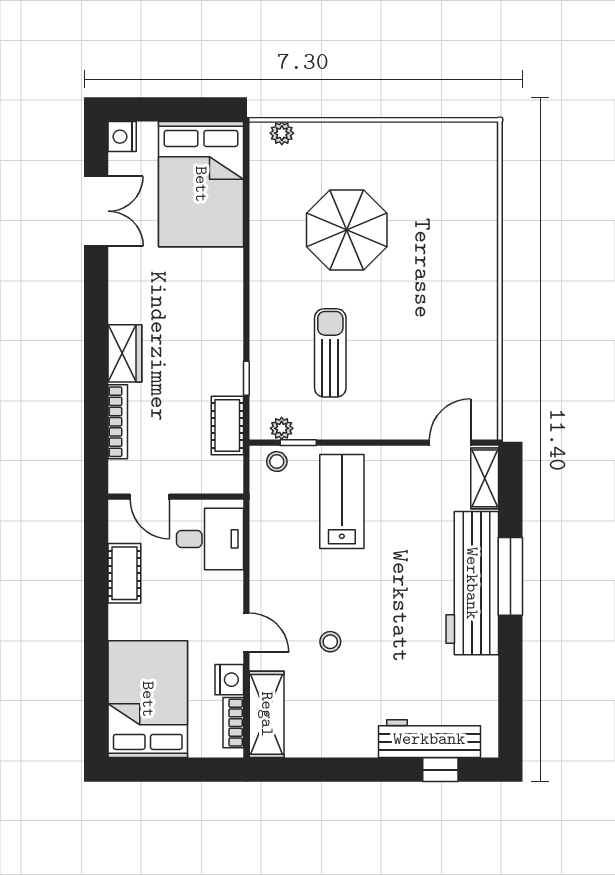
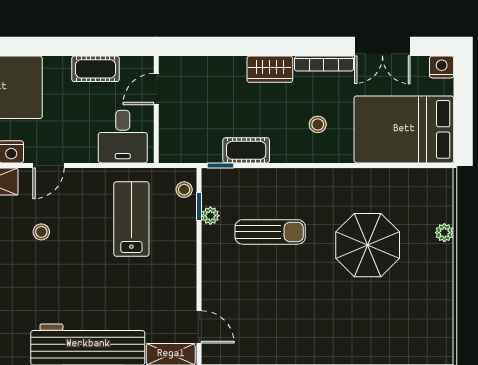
plant: (282, 133) -> (444, 233), moved
stool: (195, 293) -> (318, 124), added
window: (246, 378) -> (220, 165), moved
bookcase: (118, 422) -> (324, 64), moved
cot: (227, 426) -> (246, 150), moved
plant: (282, 428) -> (210, 216), moved
lab bench: (342, 501) -> (131, 219), moved, turned -90

